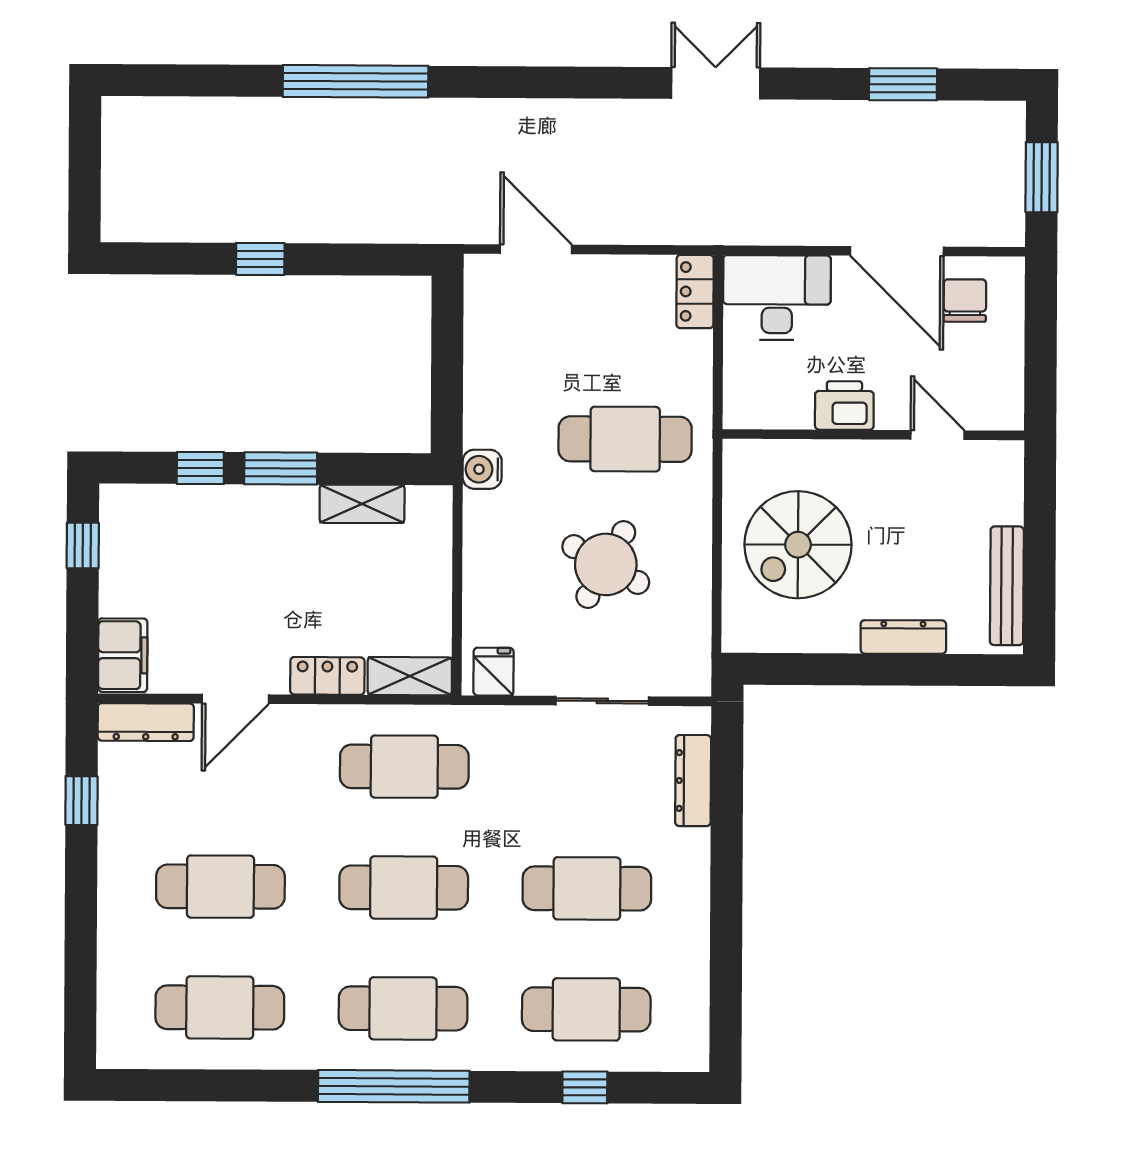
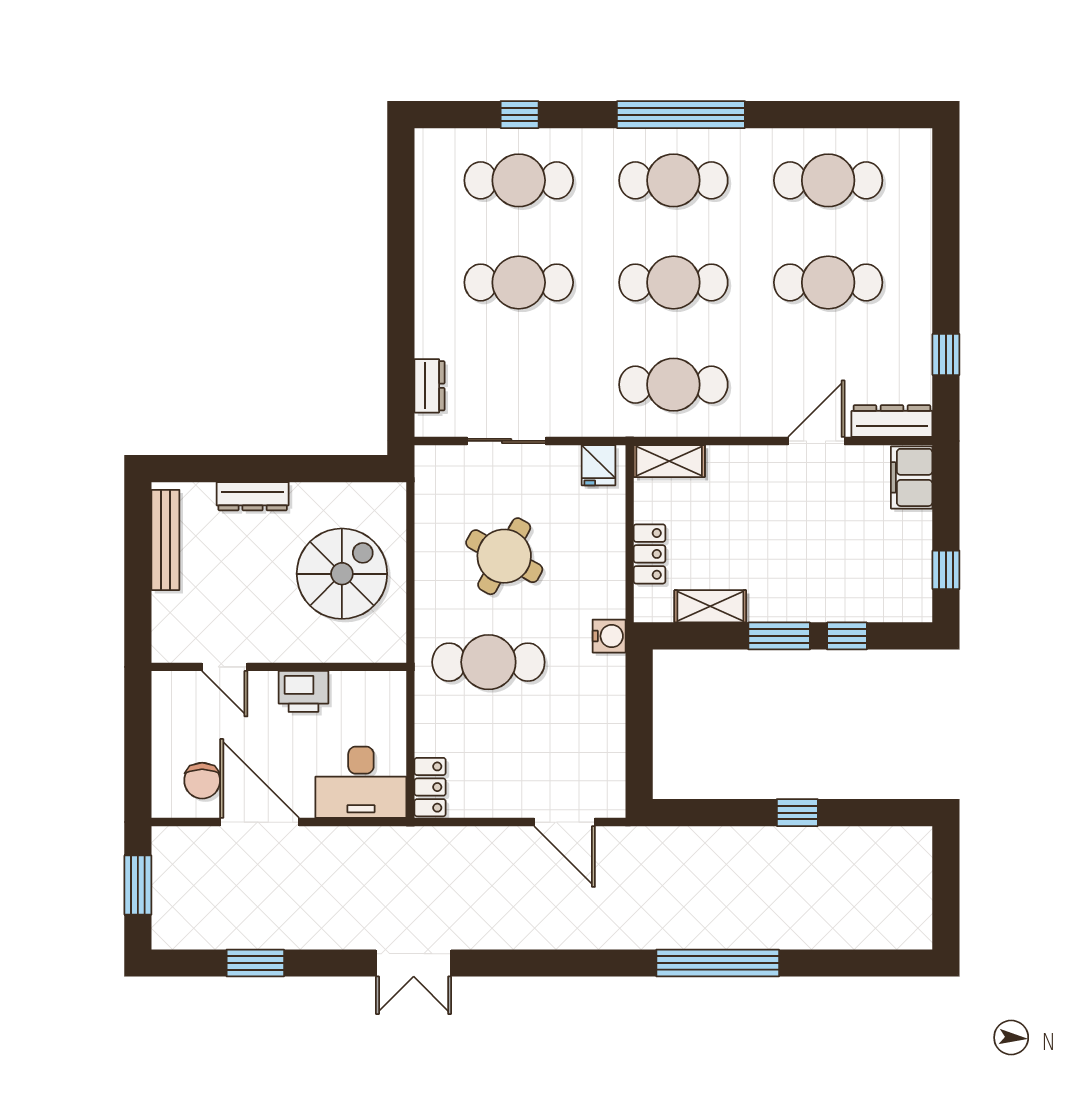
locker: (327, 676) -> (649, 554), moved, turned -90
dresser: (693, 781) -> (429, 386), width x0.70

